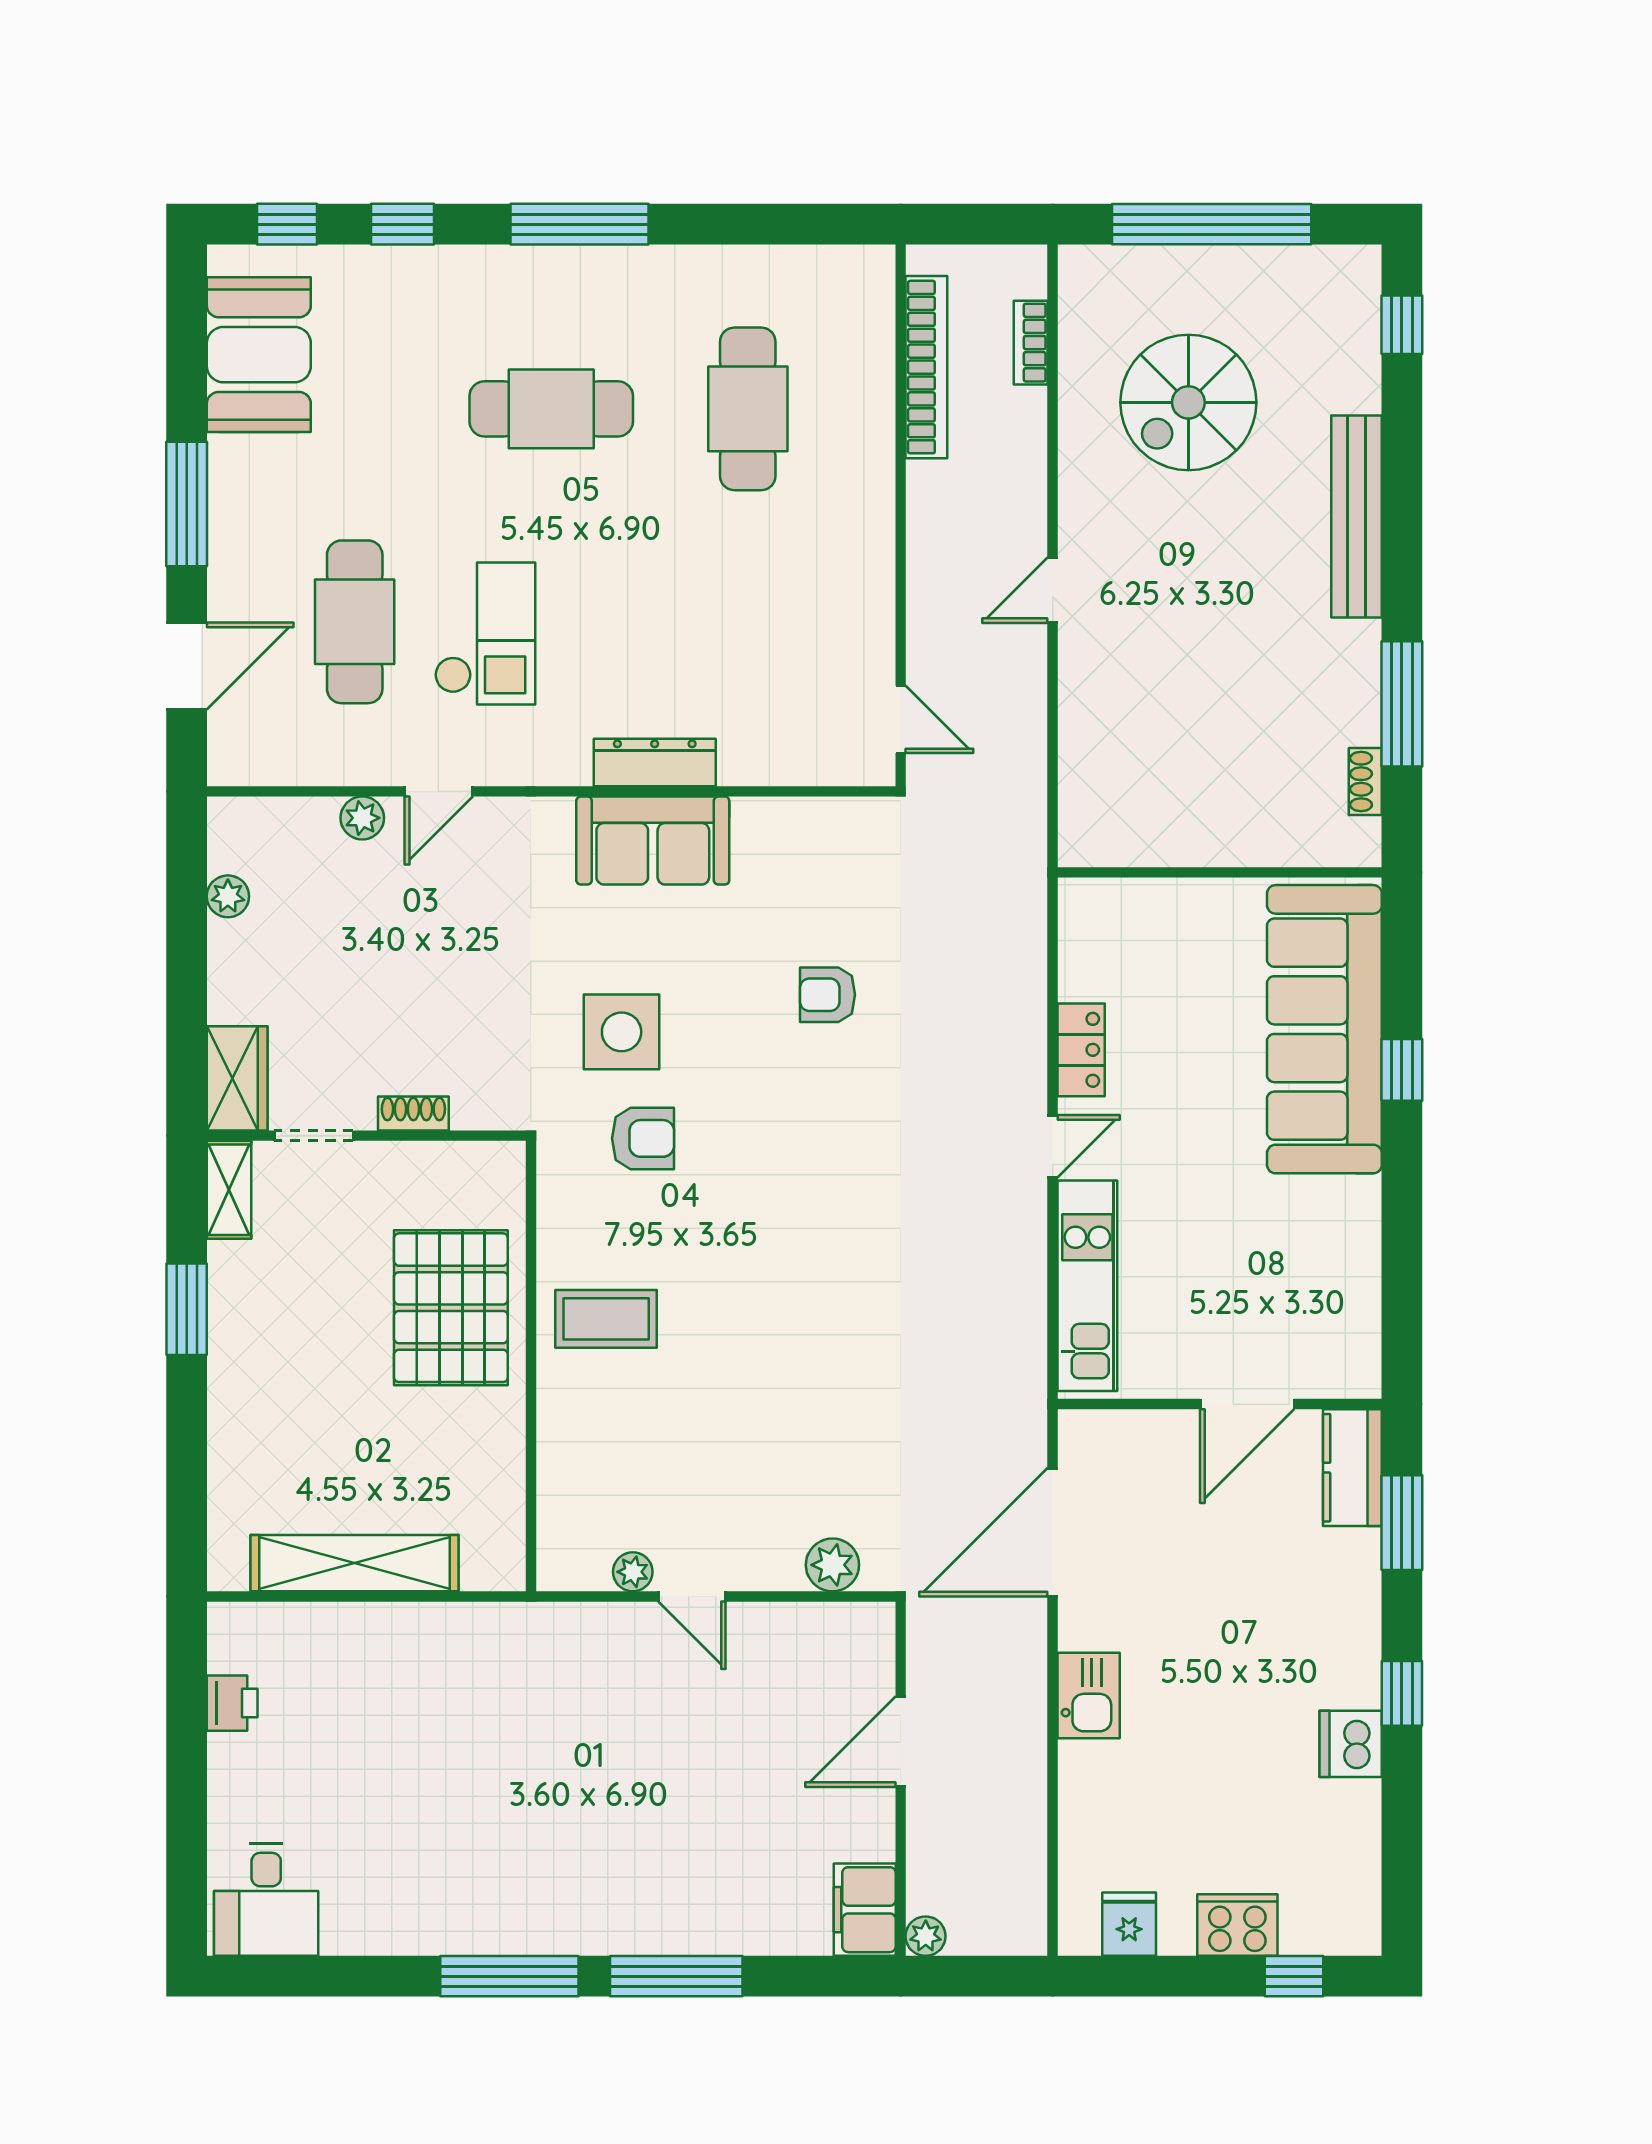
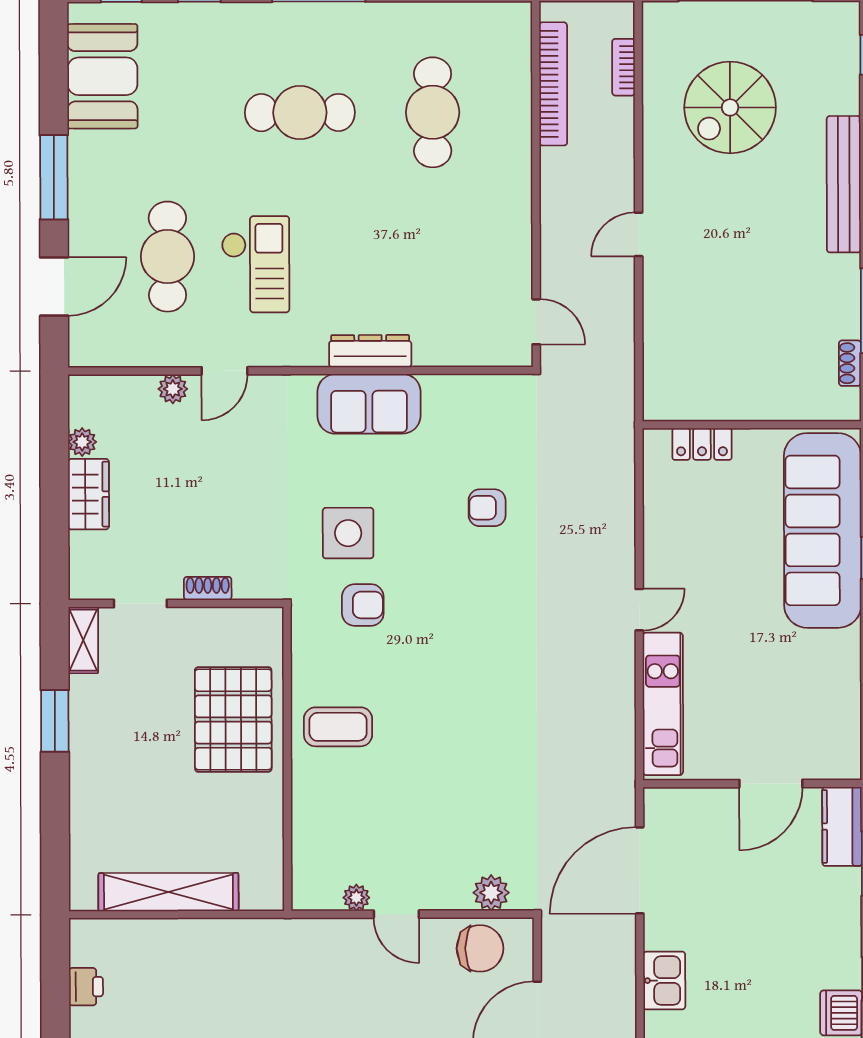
locker: (1081, 1050) -> (702, 444), moved, turned 90
wardrobe: (237, 1078) -> (89, 494), moved
chair: (816, 1647) -> (480, 948), added

